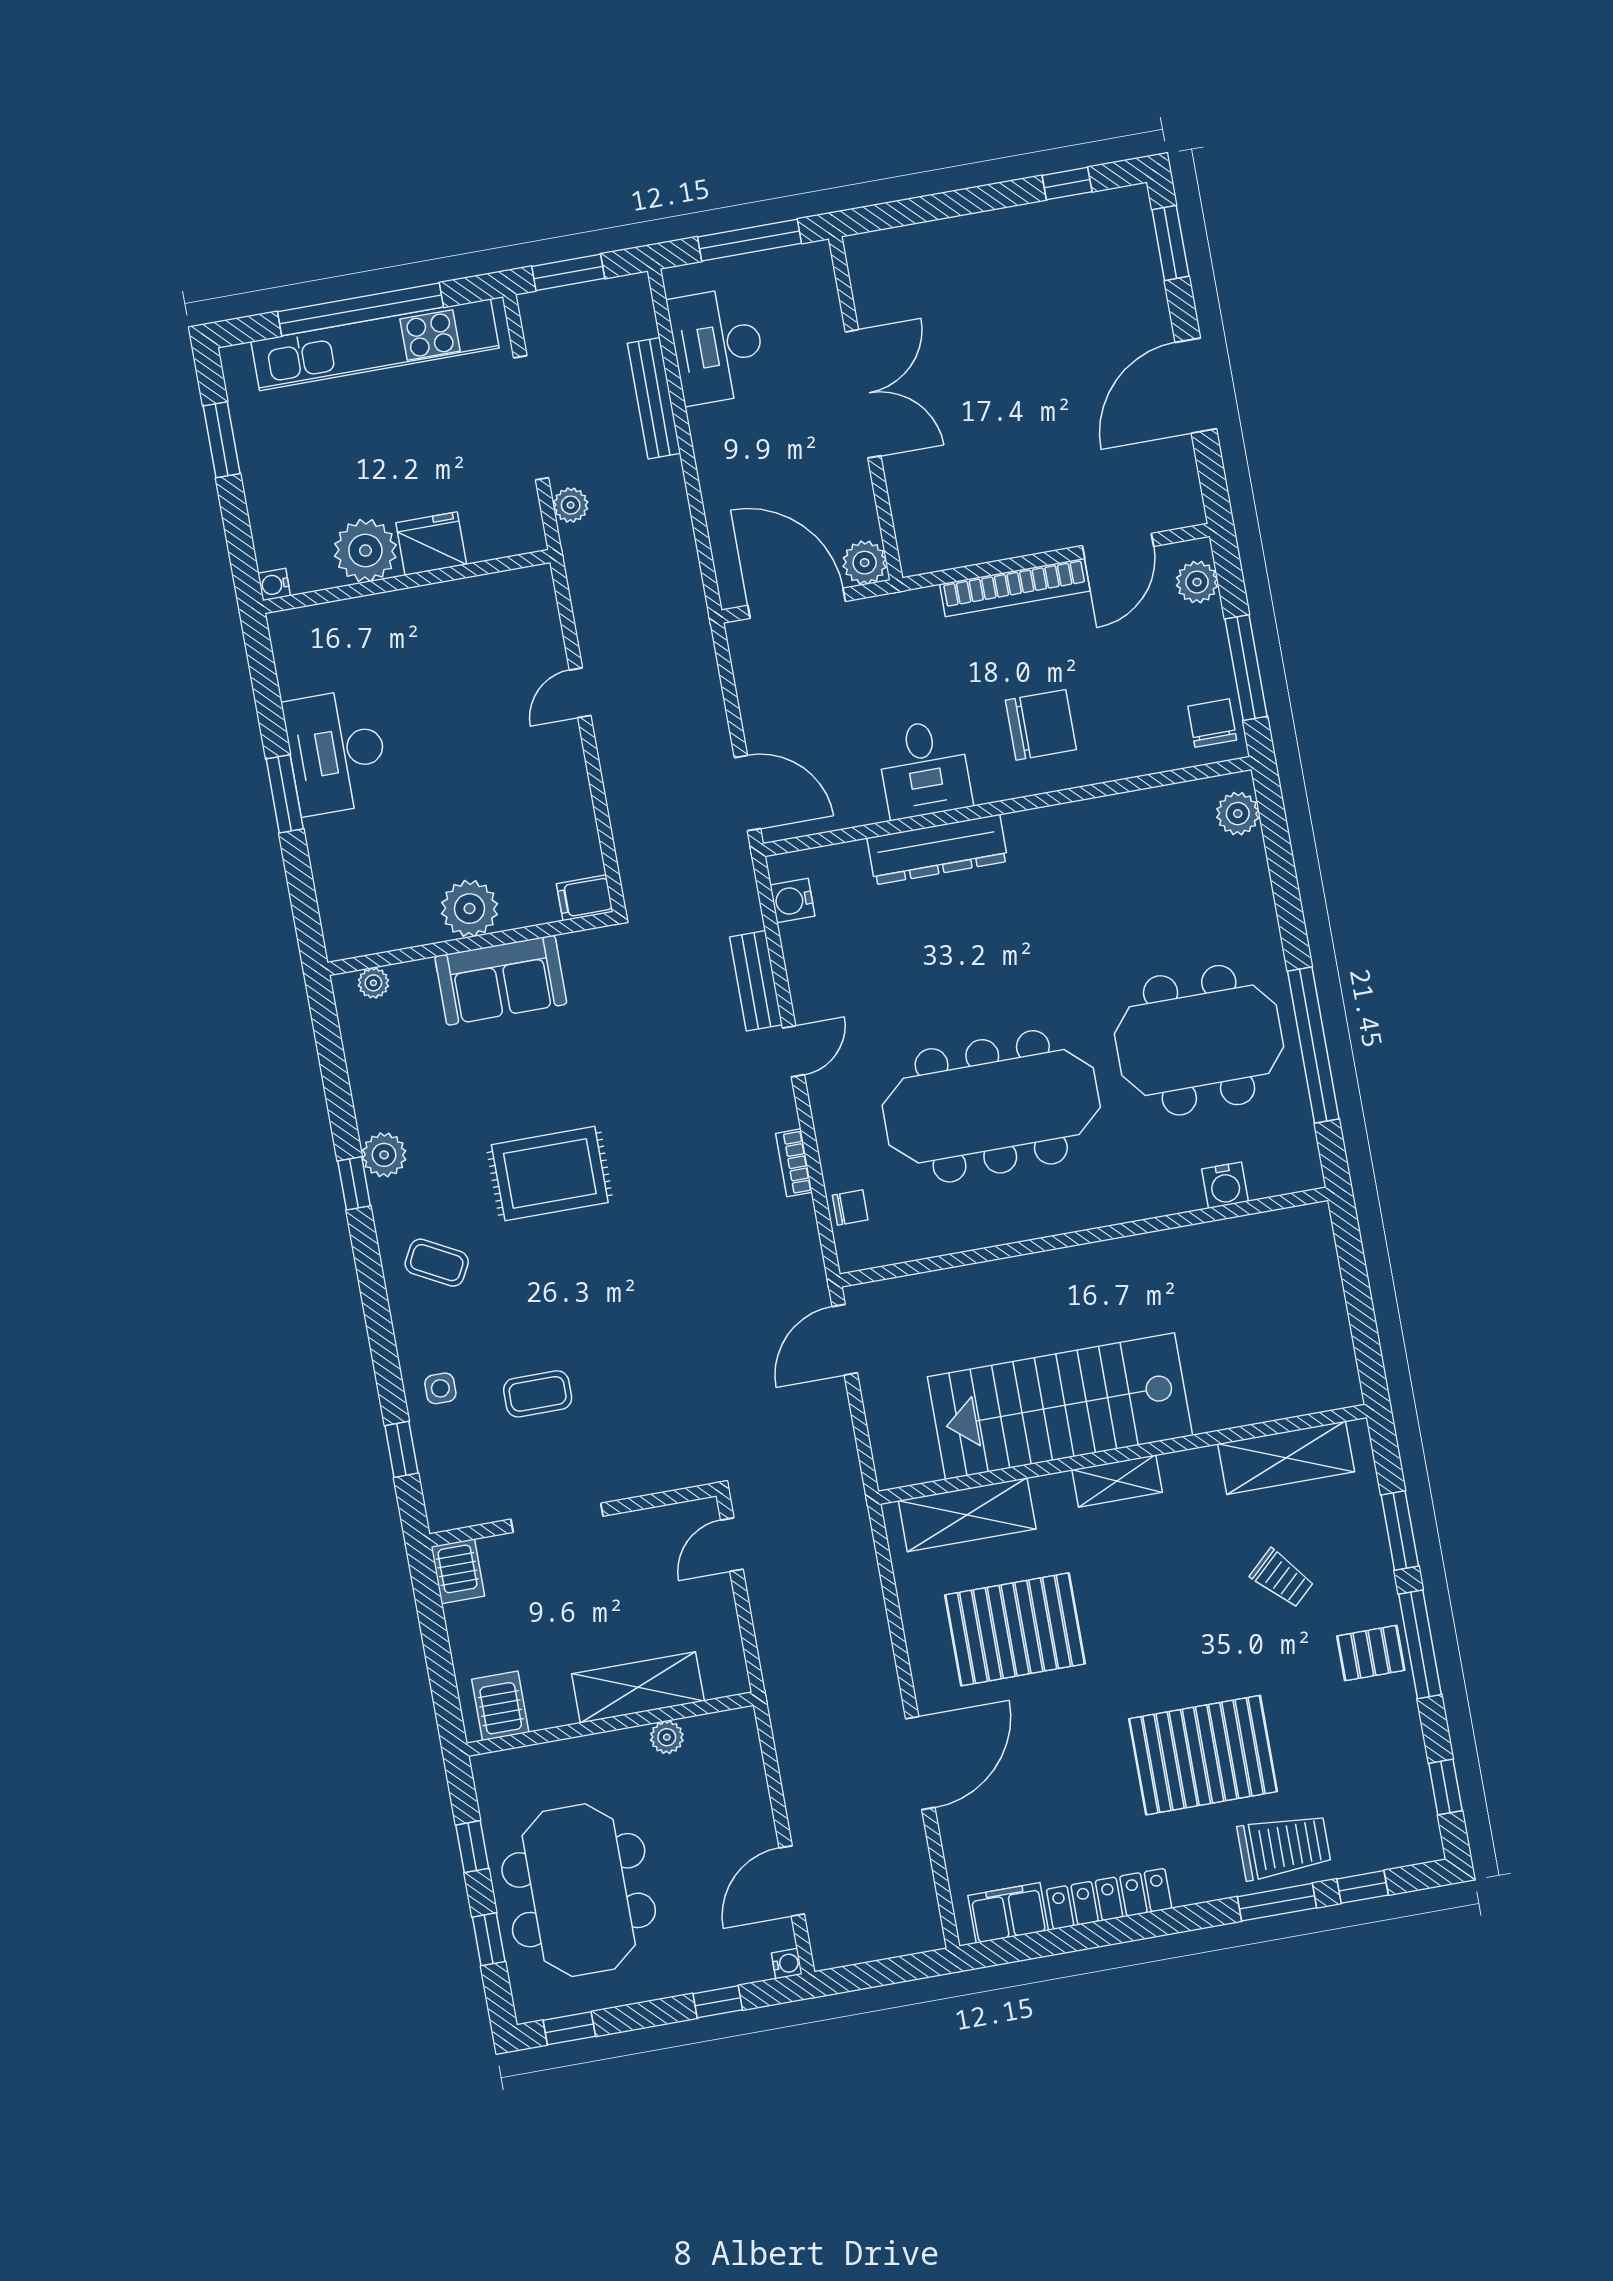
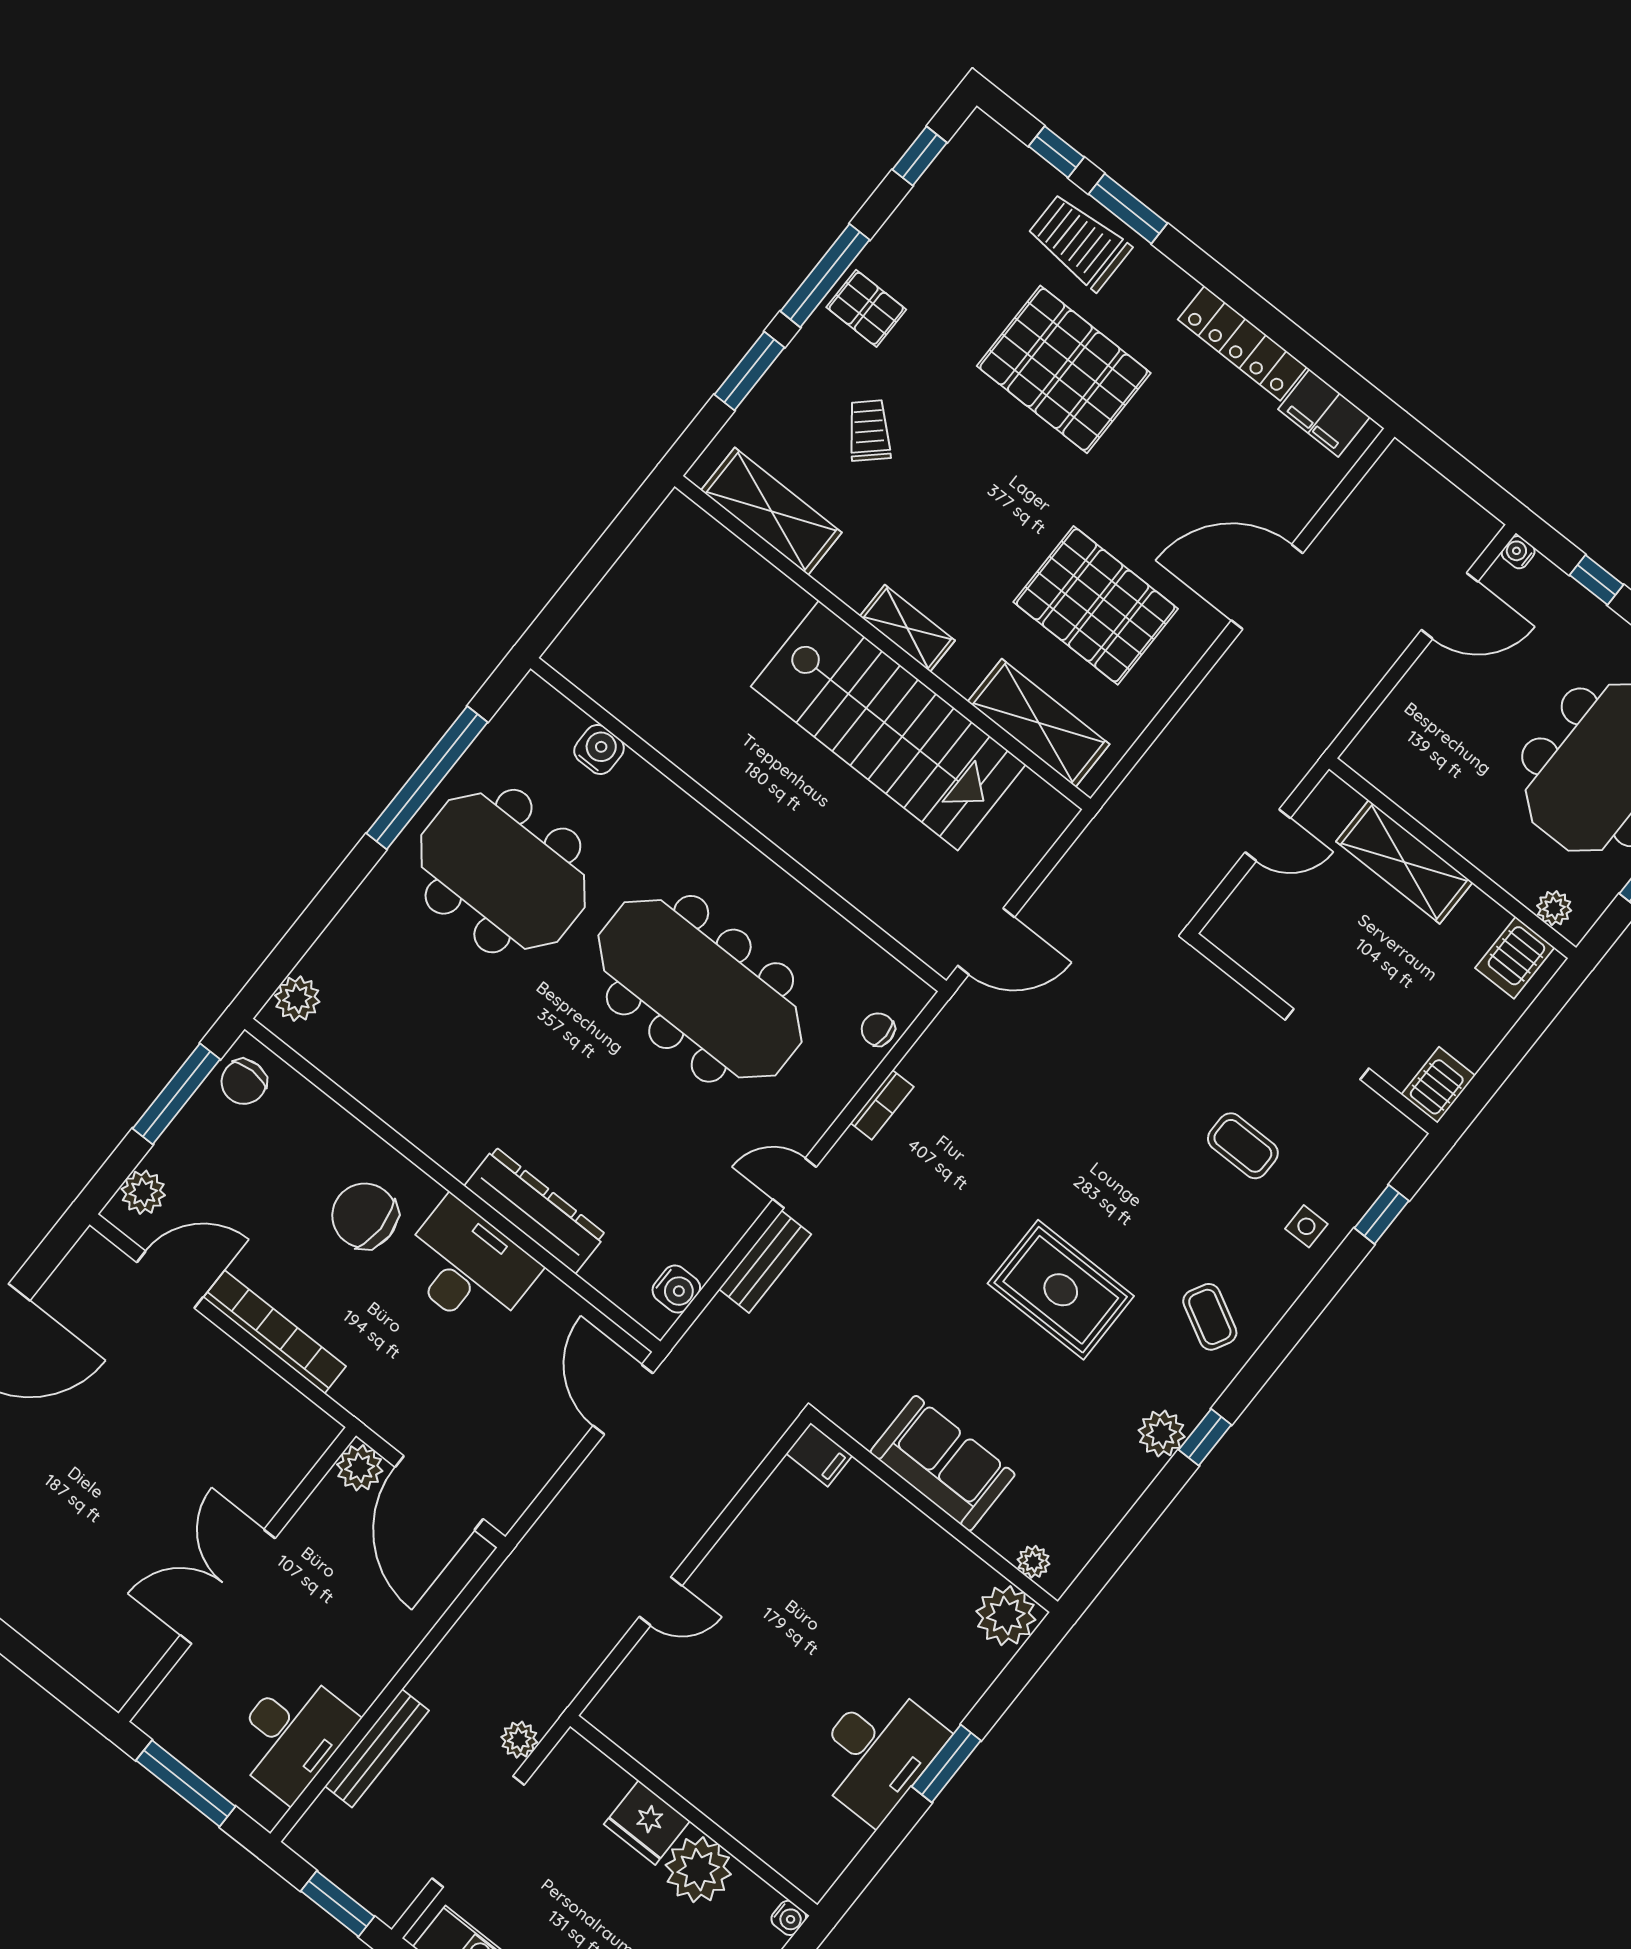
desk: (924, 769) -> (468, 1267), width x1.37
plant: (470, 909) -> (1006, 1616), moved
door: (732, 1545) -> (1268, 835), moved
plant: (667, 1737) -> (1554, 908), moved

